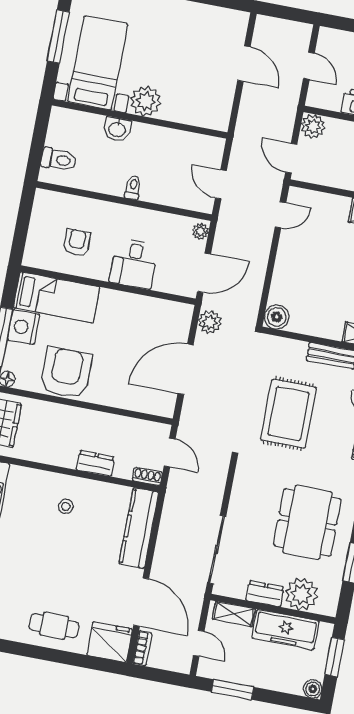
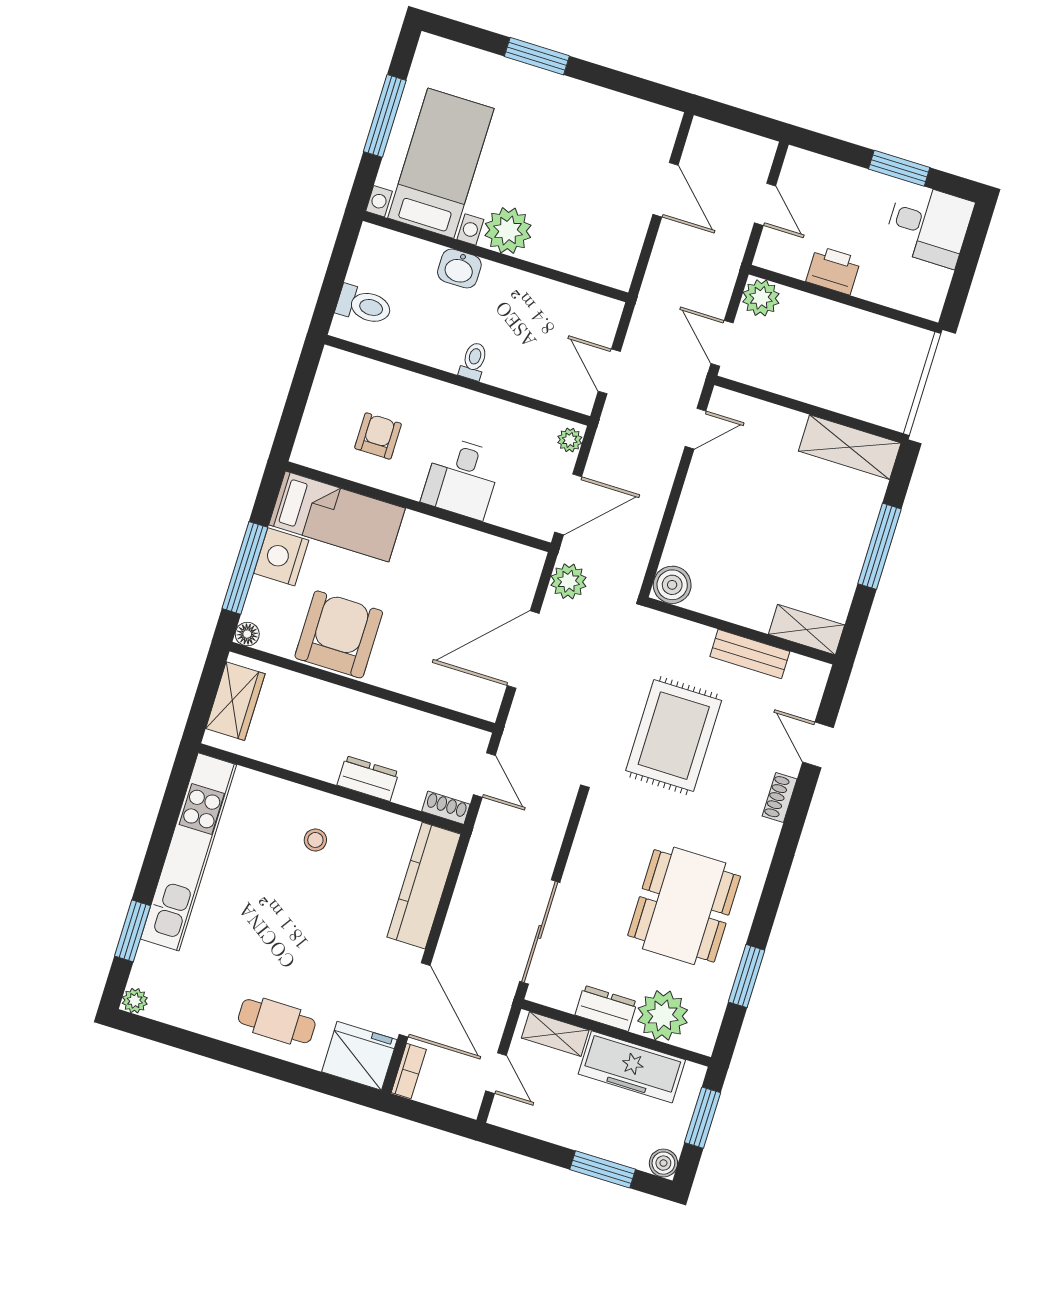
window: (233, 689) -> (603, 1169), moved

